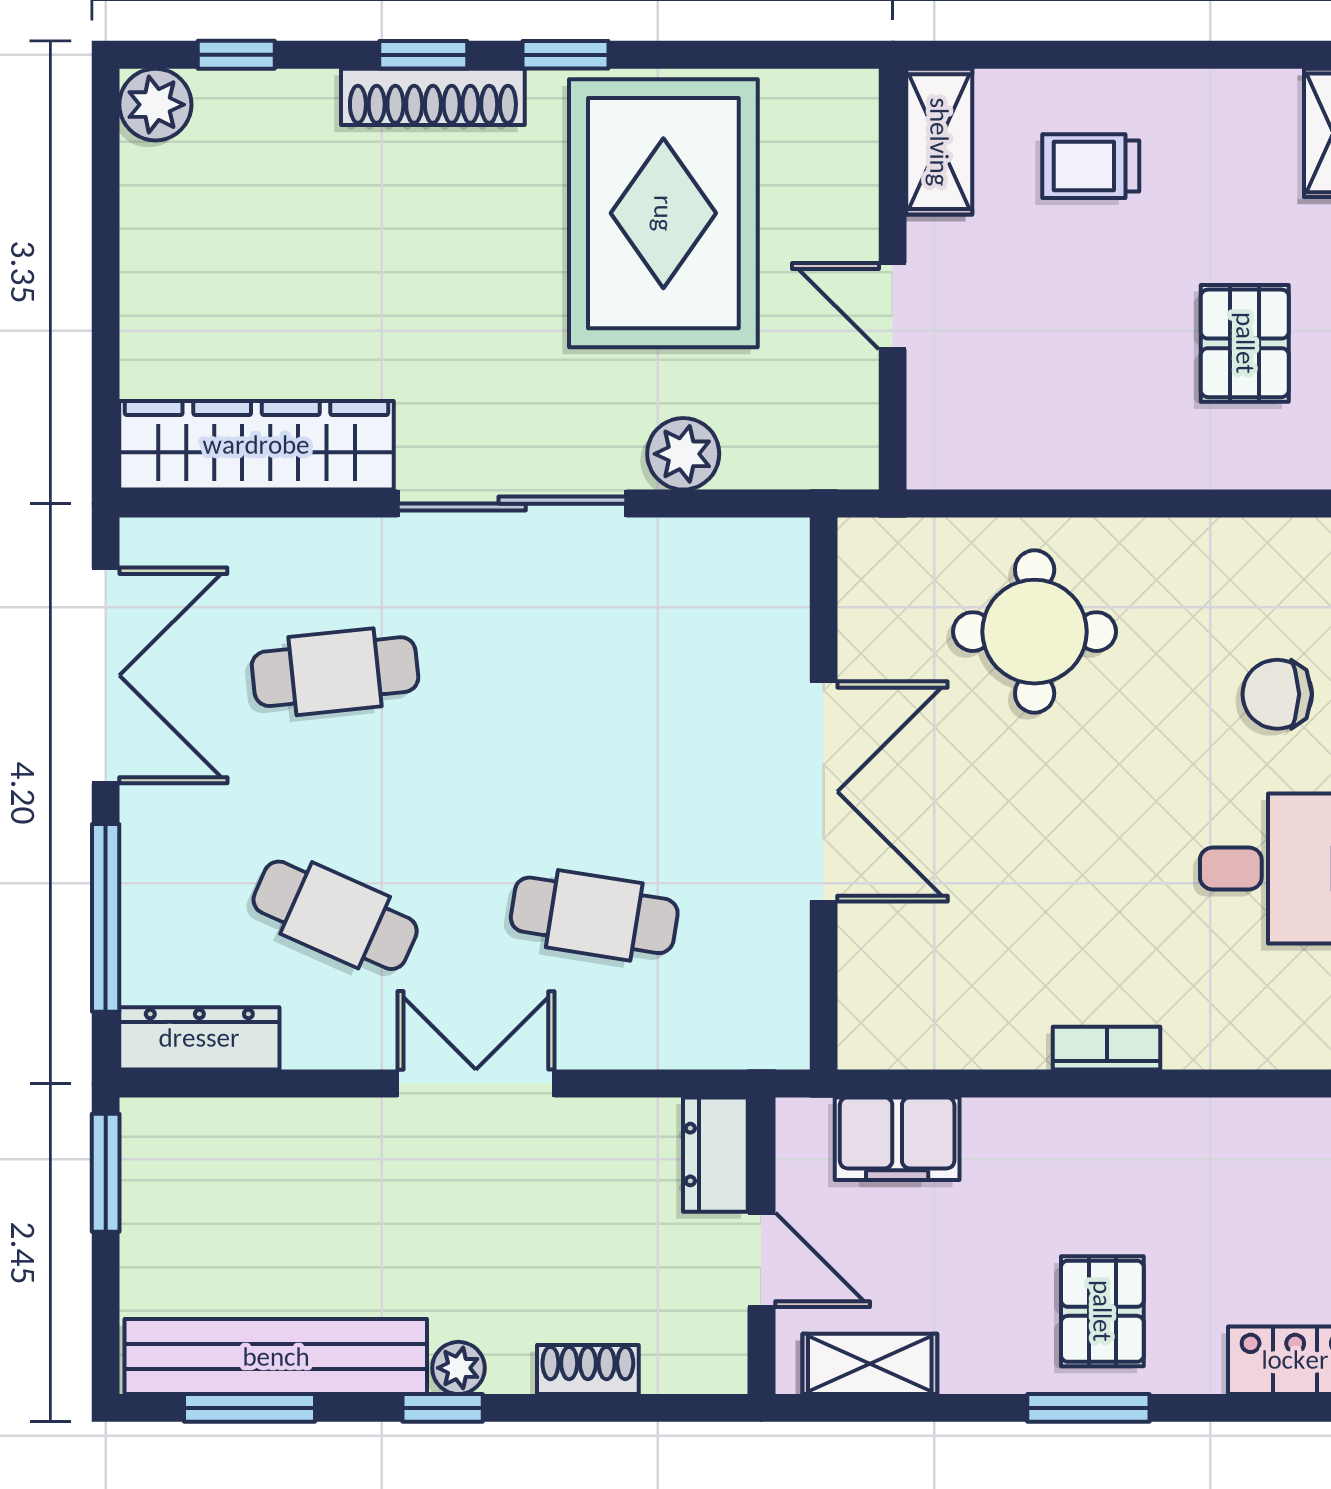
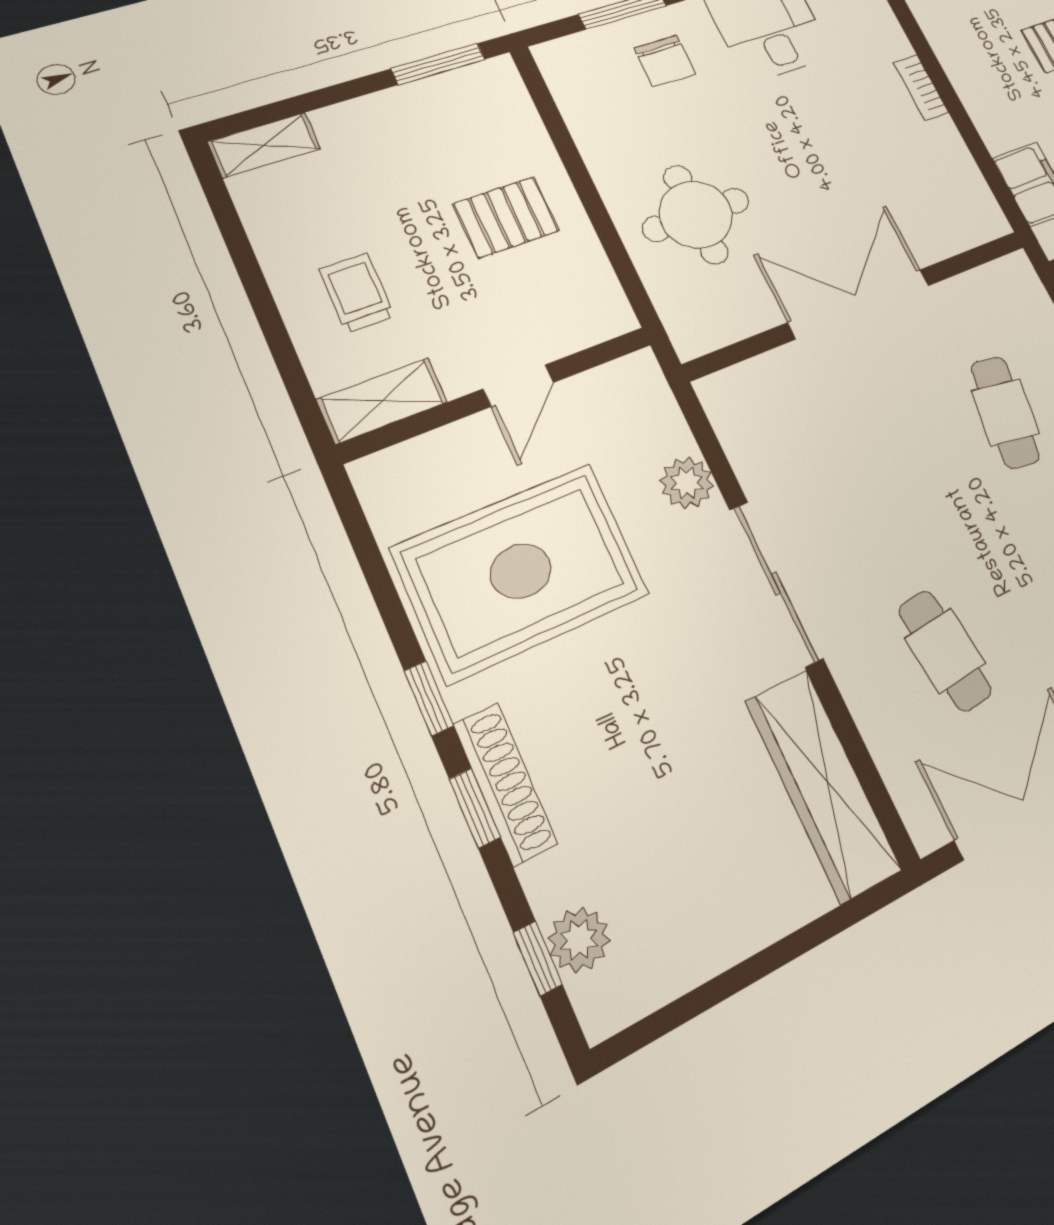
plant: (155, 105) -> (579, 939), moved
trolley: (1091, 166) -> (357, 293), turned 180
pallet: (1245, 343) -> (506, 217), moved

